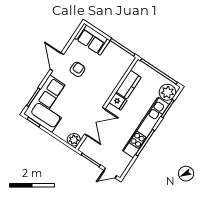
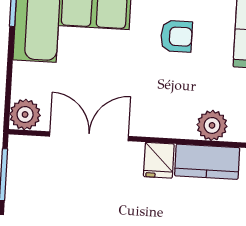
plant: (117, 75) -> (212, 125), added
double door: (95, 121) -> (89, 136), swing flipped

